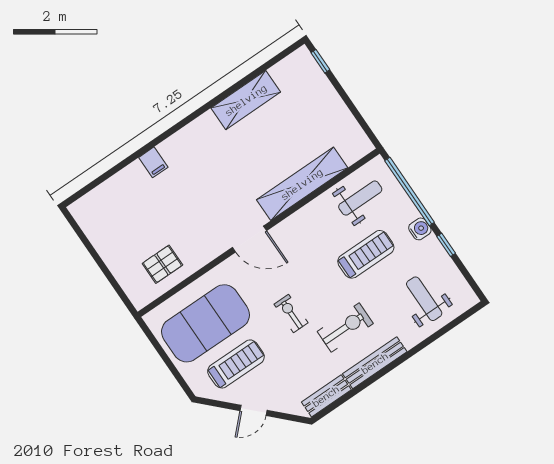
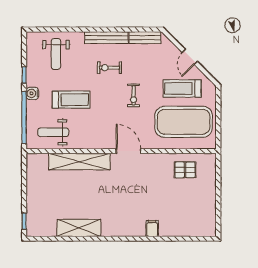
treadmill: (366, 254) -> (71, 100), turned 180
exercise bike: (345, 328) -> (109, 68), width x0.73, depth x0.72
door: (253, 410) -> (190, 57), swing flipped

